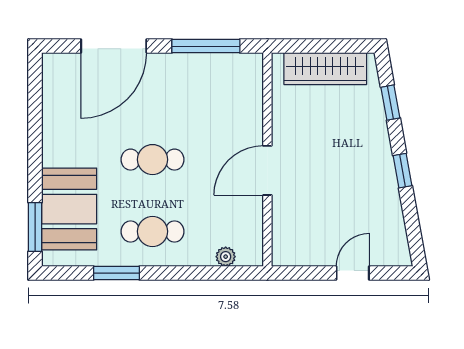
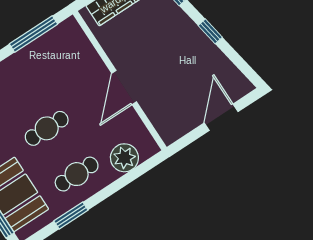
plant: (226, 257) -> (124, 158), width x1.87, depth x1.87
door: (353, 273) -> (221, 117), width x1.38

